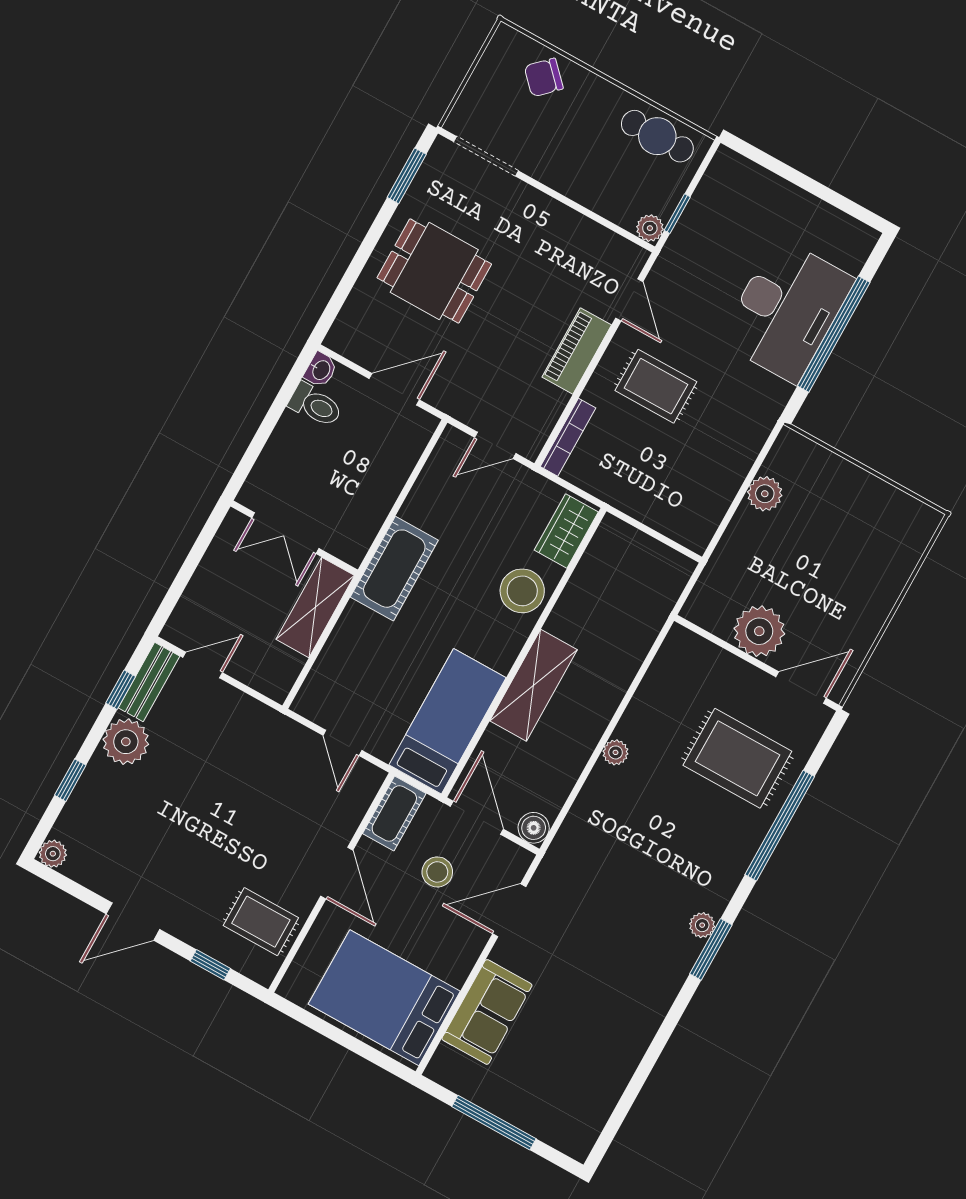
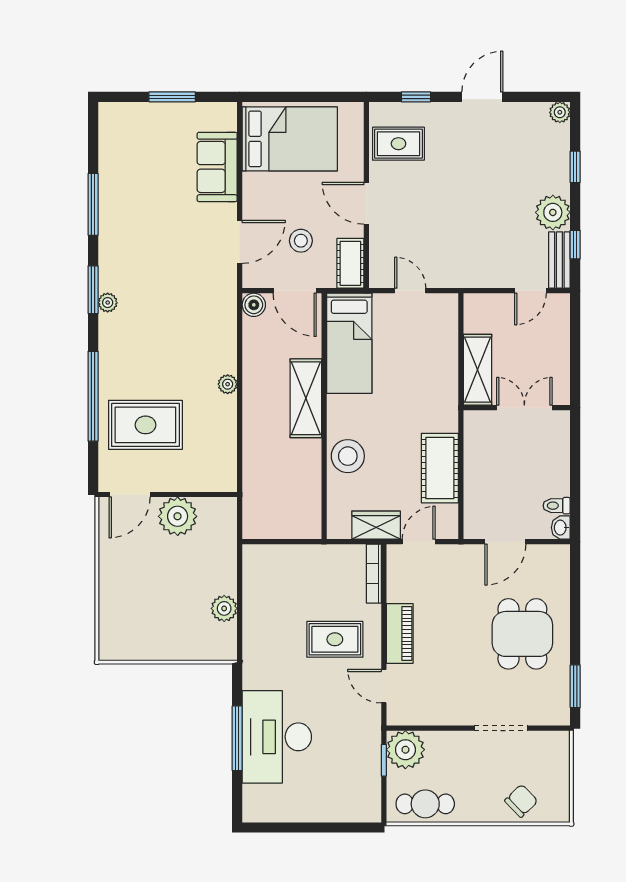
doorway: (486, 156) -> (501, 728), moved
plant: (650, 228) -> (405, 750), width x1.88, depth x1.88
dining table: (434, 271) -> (522, 634), turned 90
window: (834, 334) -> (237, 738), width x0.68
toilet: (315, 405) -> (557, 506), width x0.73, depth x0.72
wardrobe: (566, 531) -> (376, 525), moved, turned -90
cot: (394, 569) -> (440, 468), moved
window: (656, 1049) -> (93, 204), added
window: (494, 1123) -> (172, 97), width x0.69

